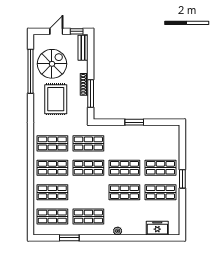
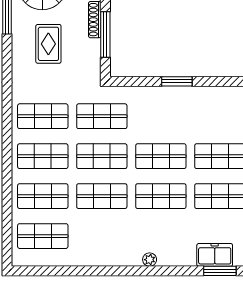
rug: (56, 99) -> (48, 44), width x0.73, depth x0.70
shop shelf: (88, 217) -> (102, 196), moved
window: (69, 238) -> (220, 271), moved

